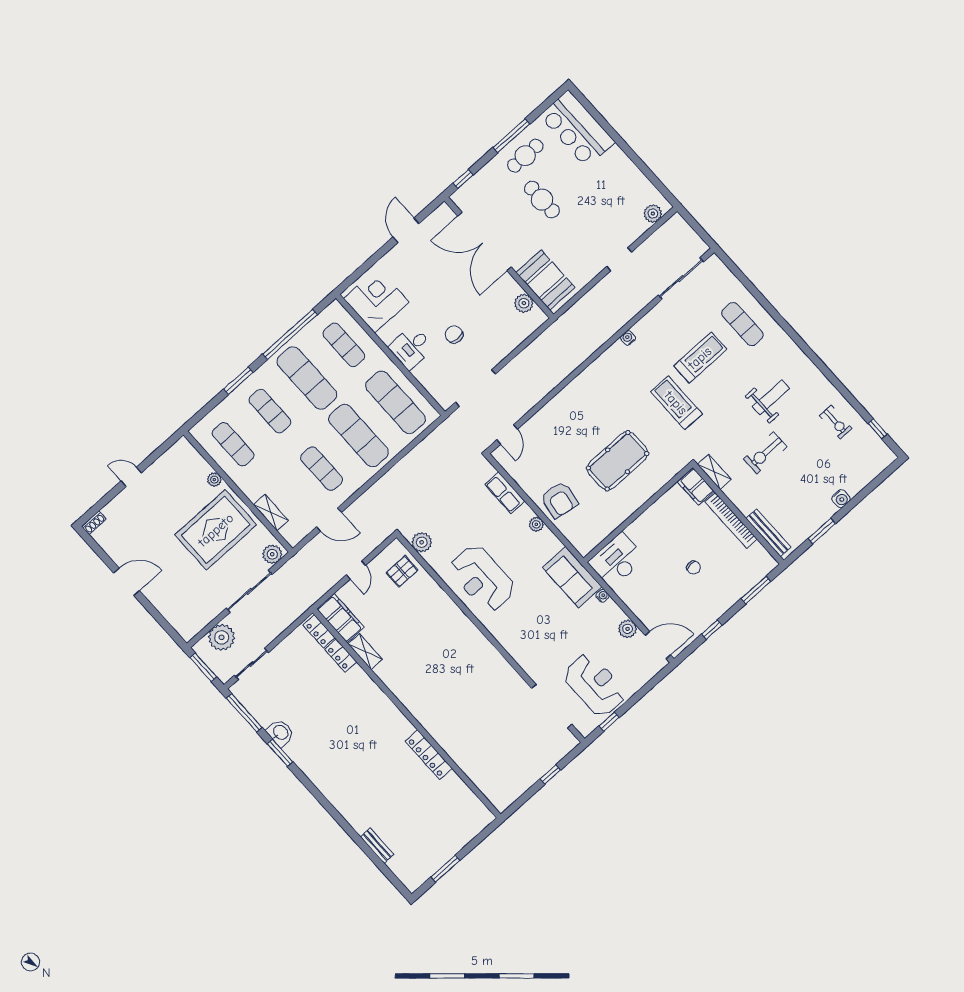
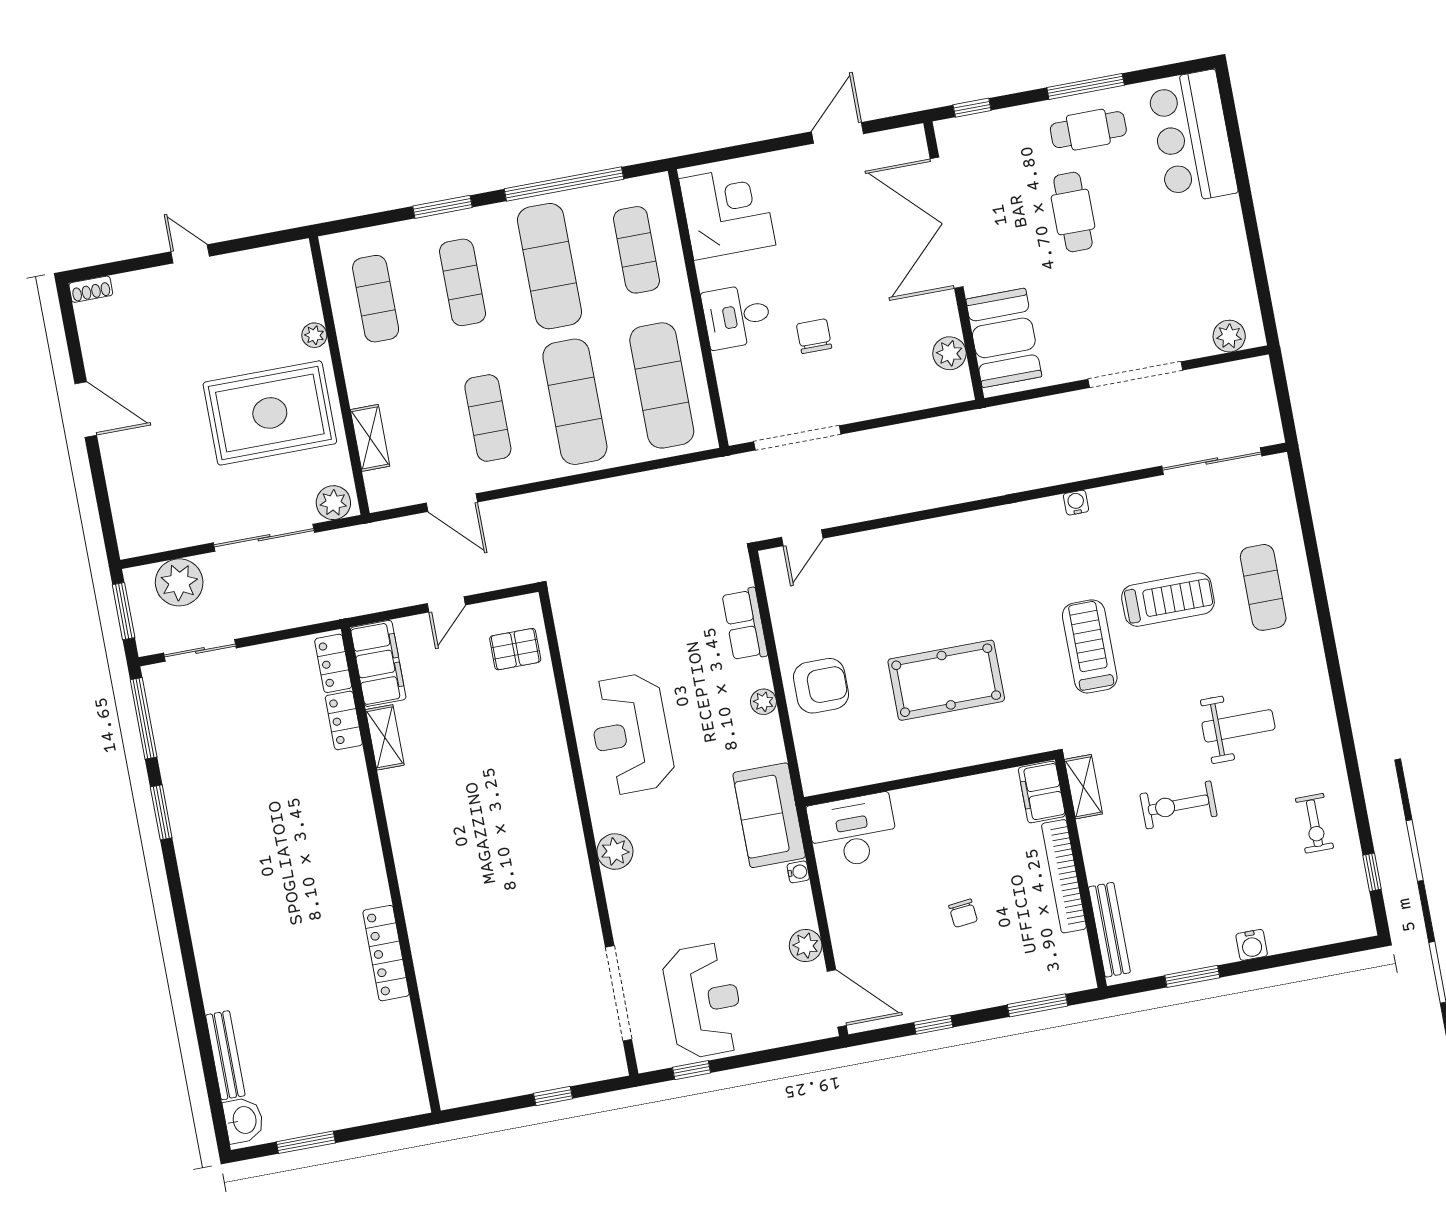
doorway: (619, 259) -> (1135, 375), width x1.87
armchair: (559, 500) -> (821, 686), turned -99
plant: (422, 542) -> (615, 852), moved
washbasin: (280, 733) -> (244, 1120), moved
bench: (377, 846) -> (225, 1055), width x1.36

